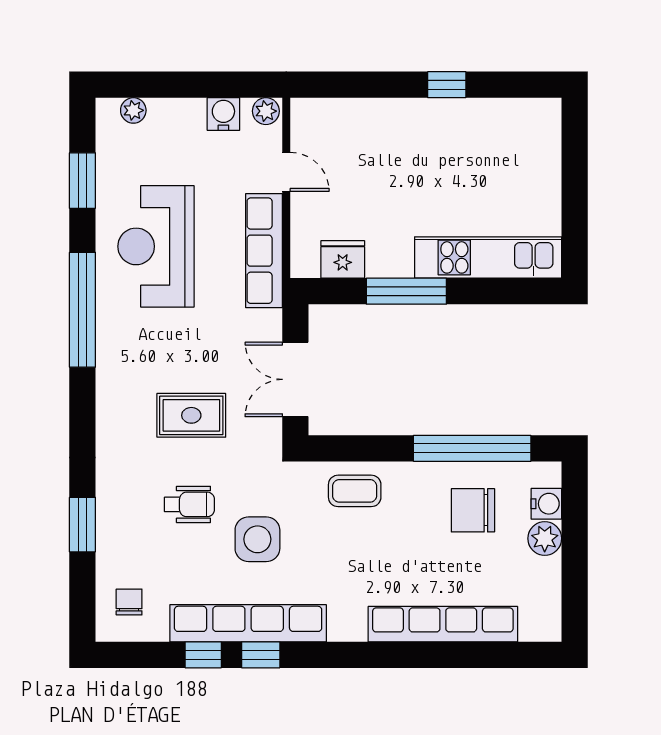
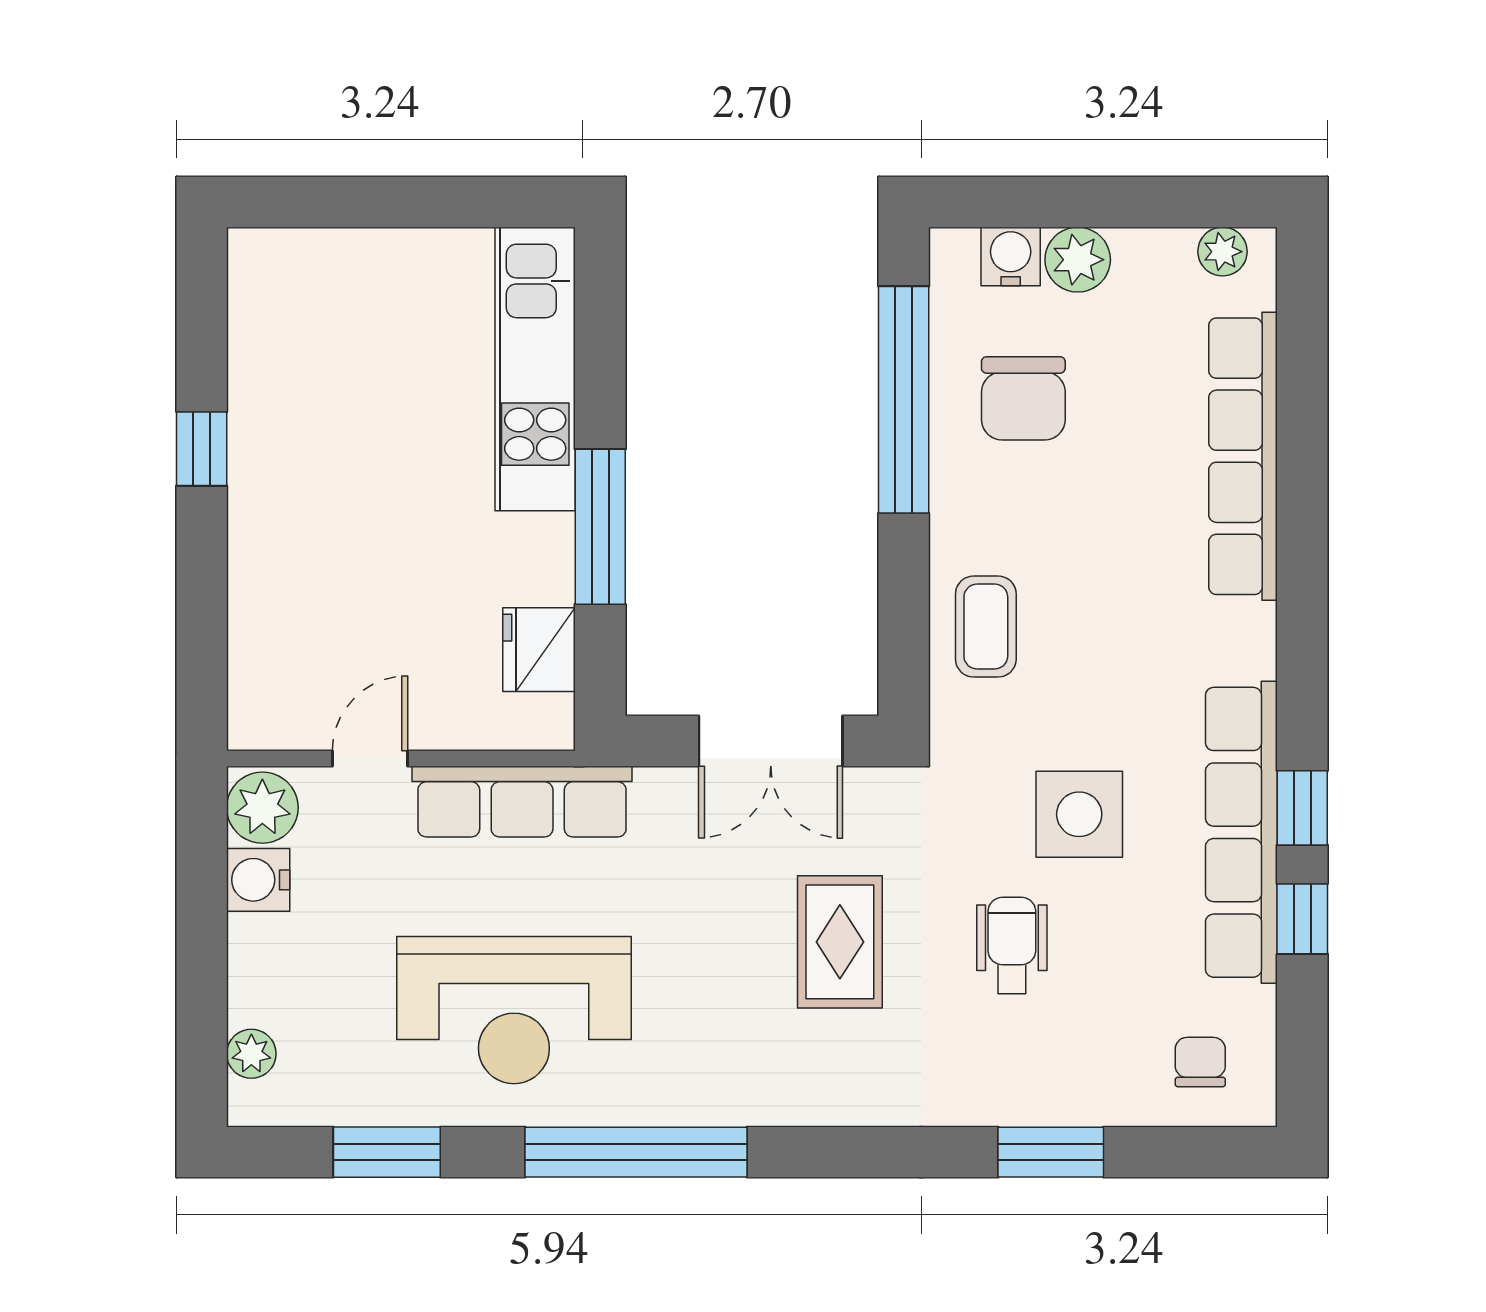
plant: (266, 111) -> (262, 808), width x1.38, depth x1.38
chair: (129, 602) -> (1200, 1062), turned 90
plant: (549, 614) -> (1223, 252), added

